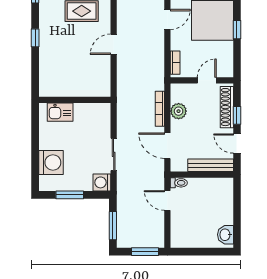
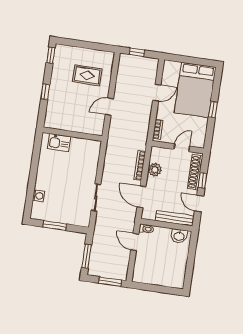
wall: (75, 100) -> (72, 134), moved
kitchen sink: (60, 112) -> (59, 142), moved
washing machine: (51, 162) -> (39, 196), width x0.53, depth x0.53
washing machine: (102, 182) -> (83, 219), removed
washbasin: (225, 235) -> (179, 236), moved, turned -90

